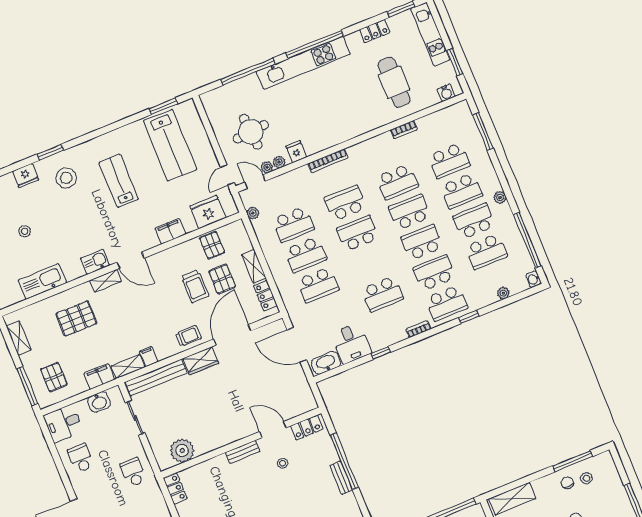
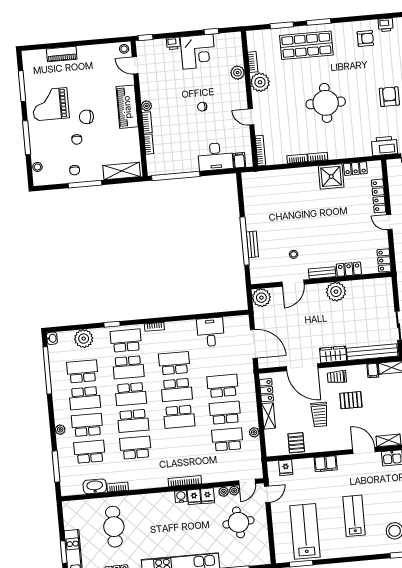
window: (455, 62) -> (64, 552), moved
water cooler: (446, 93) -> (181, 496), moved
fridge: (312, 146) -> (194, 497), added
lab bench: (119, 181) -> (354, 516), turned 180
door: (255, 182) -> (247, 482), hinge flipped
plant: (500, 197) -> (60, 430), moved
school desk: (345, 203) -> (177, 390), moved
fridge: (208, 212) -> (286, 468), width x0.53, depth x0.75
plant: (253, 213) -> (254, 432), moved
pallet: (222, 279) -> (351, 400), moved, turned 90
trolley: (195, 286) -> (320, 415), turned 180
plant: (503, 293) -> (84, 339), width x1.88, depth x1.88
door: (232, 335) -> (302, 367), hinge flipped
window: (381, 353) -> (190, 317), removed
washbasin: (326, 363) -> (95, 486), moved, turned 180
plant: (304, 401) -> (261, 298), added
locker: (307, 428) -> (349, 269), moved
door: (273, 430) -> (293, 283), hinge flipped
plant: (182, 450) -> (336, 292), moved
window: (573, 461) -> (85, 184), moved
bench: (341, 478) -> (252, 244), moved
stool: (586, 478) -> (37, 167), moved

